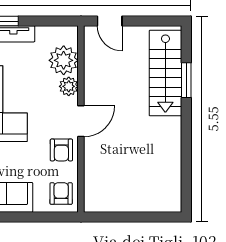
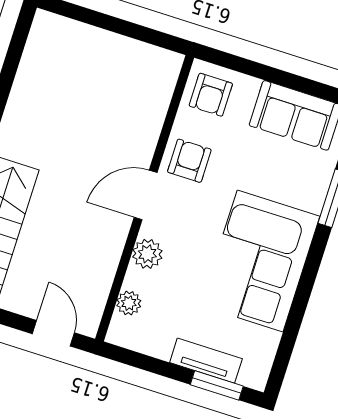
plant: (64, 60) -> (129, 303), width x0.53, depth x0.53

